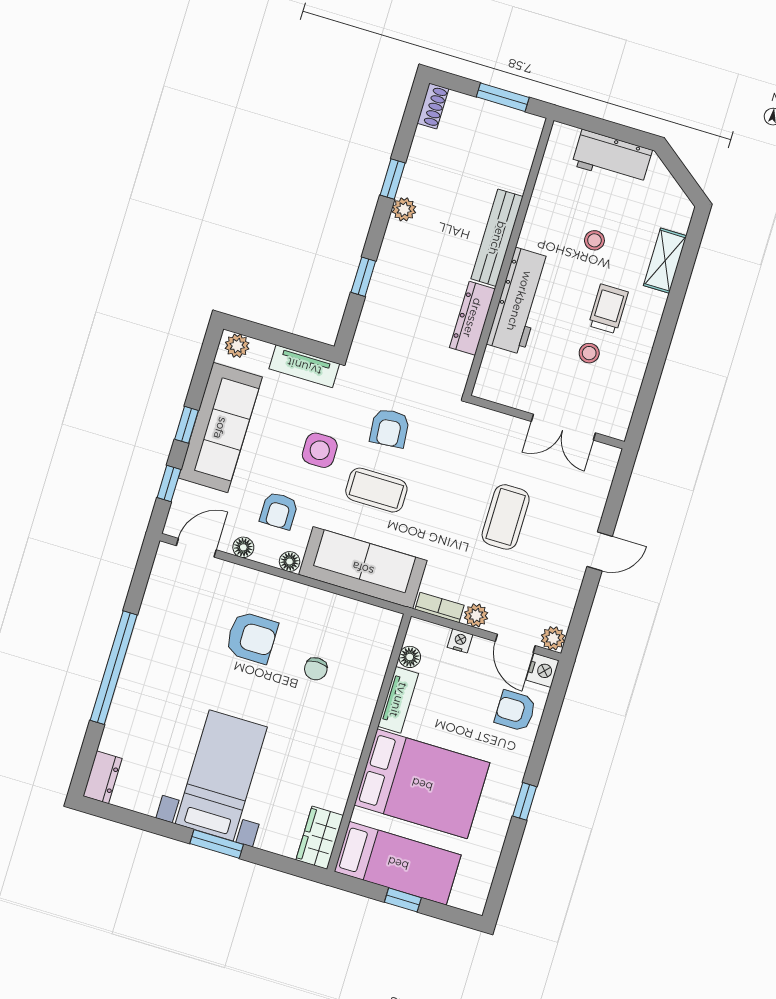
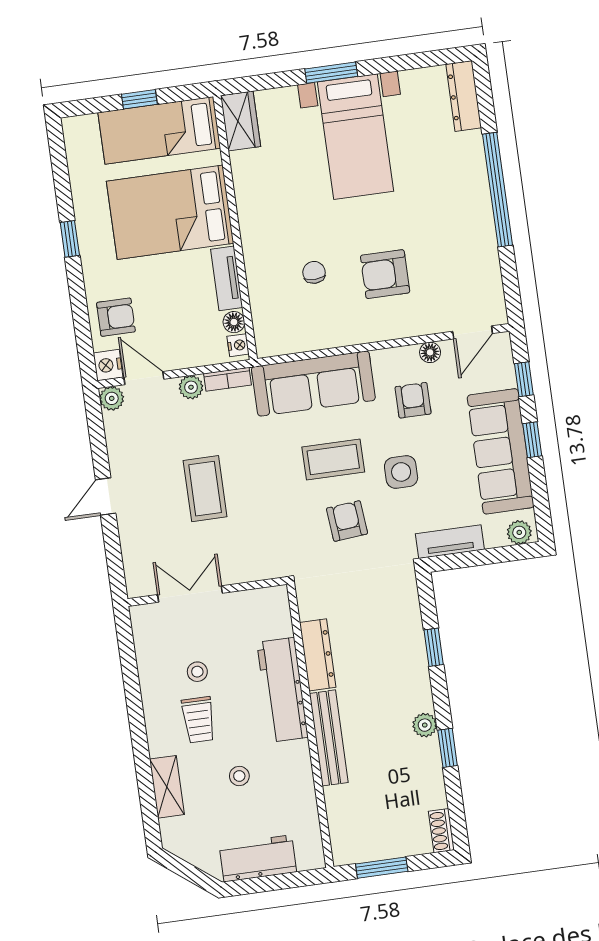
floor lamp: (290, 562) -> (382, 359), removed
nightstand: (460, 641) -> (238, 345), moved, turned -90
dresser: (102, 777) -> (464, 96), width x1.44

